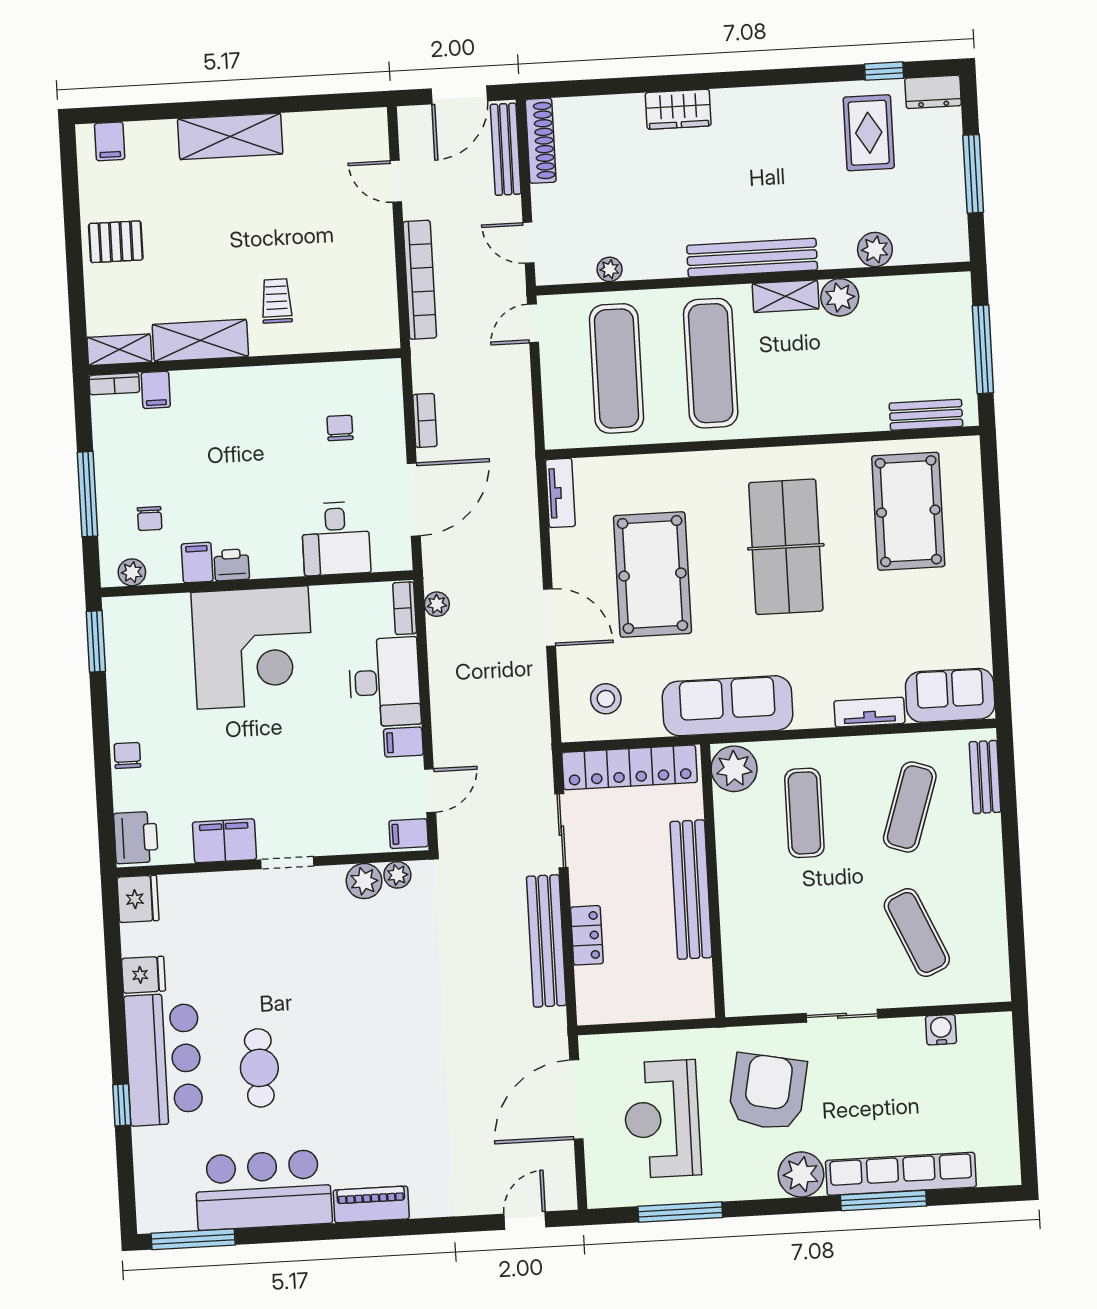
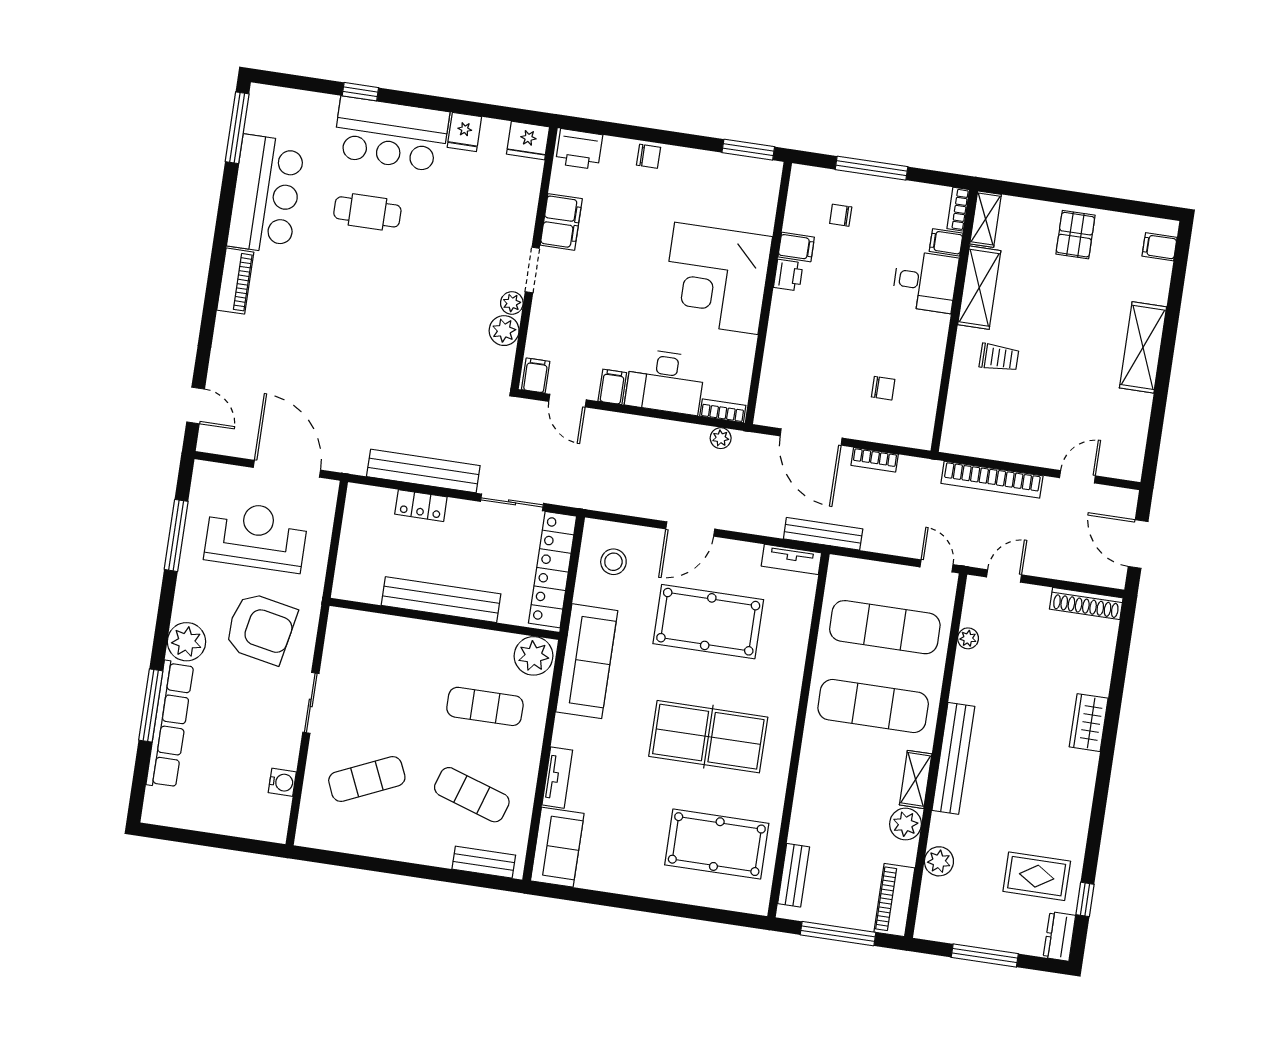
bench: (506, 149) -> (823, 534), moved
piano: (930, 292) -> (894, 900), added
desk: (336, 539) -> (925, 282), moved, turned 180
plant: (132, 572) -> (799, 191), removed
plant: (397, 875) -> (512, 303), moved

